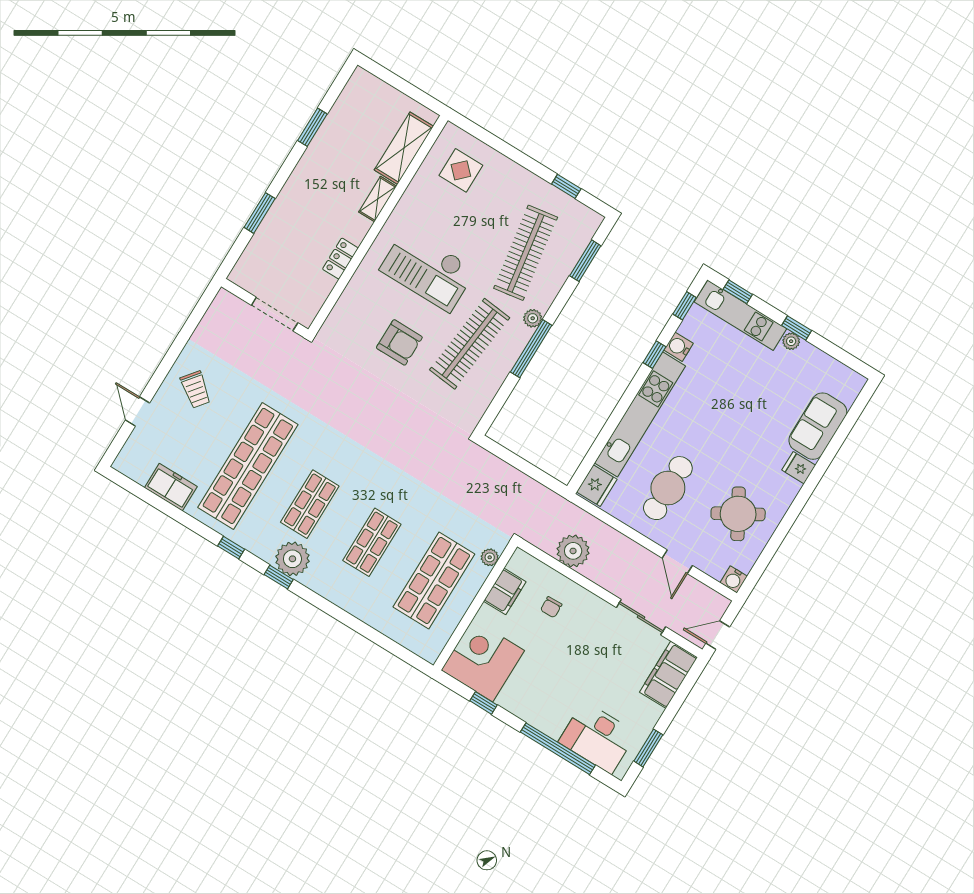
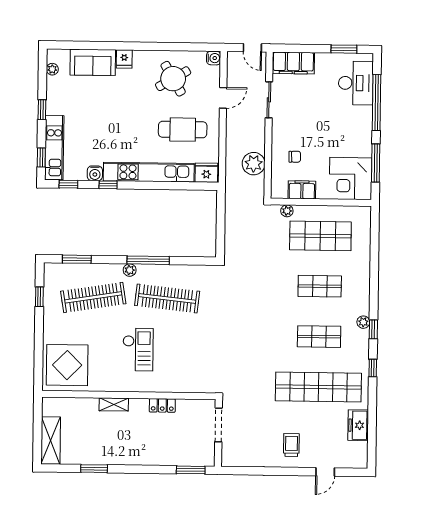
shelving: (404, 148) -> (51, 440), moved, turned 90
display table: (461, 170) -> (67, 365), width x1.86, depth x1.86
window: (260, 213) -> (191, 470), moved
checkout: (428, 270) -> (138, 350), width x0.73, depth x0.83
plant: (791, 341) -> (52, 69), moved
armchair: (399, 342) -> (191, 341), removed
trolley: (196, 390) -> (291, 445), turned -38
plant: (292, 559) -> (363, 322), width x0.53, depth x0.53
window: (483, 703) -> (376, 163), width x2.17

